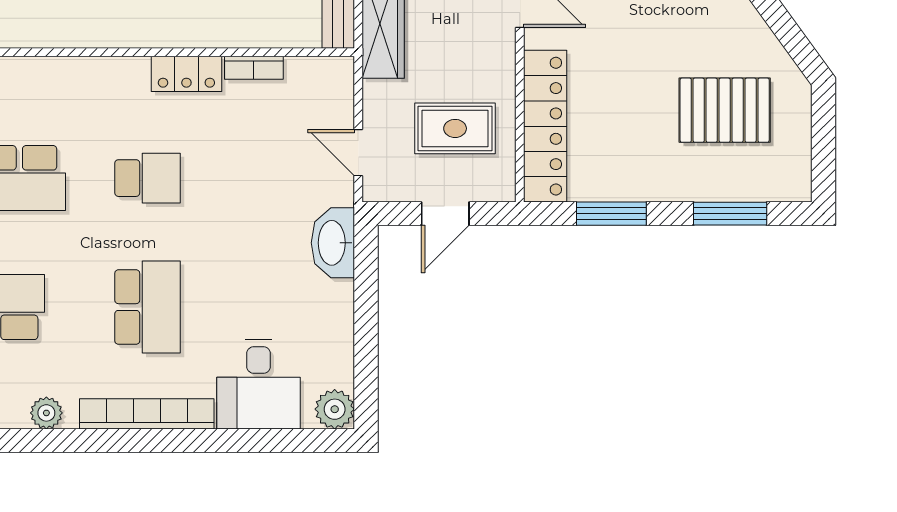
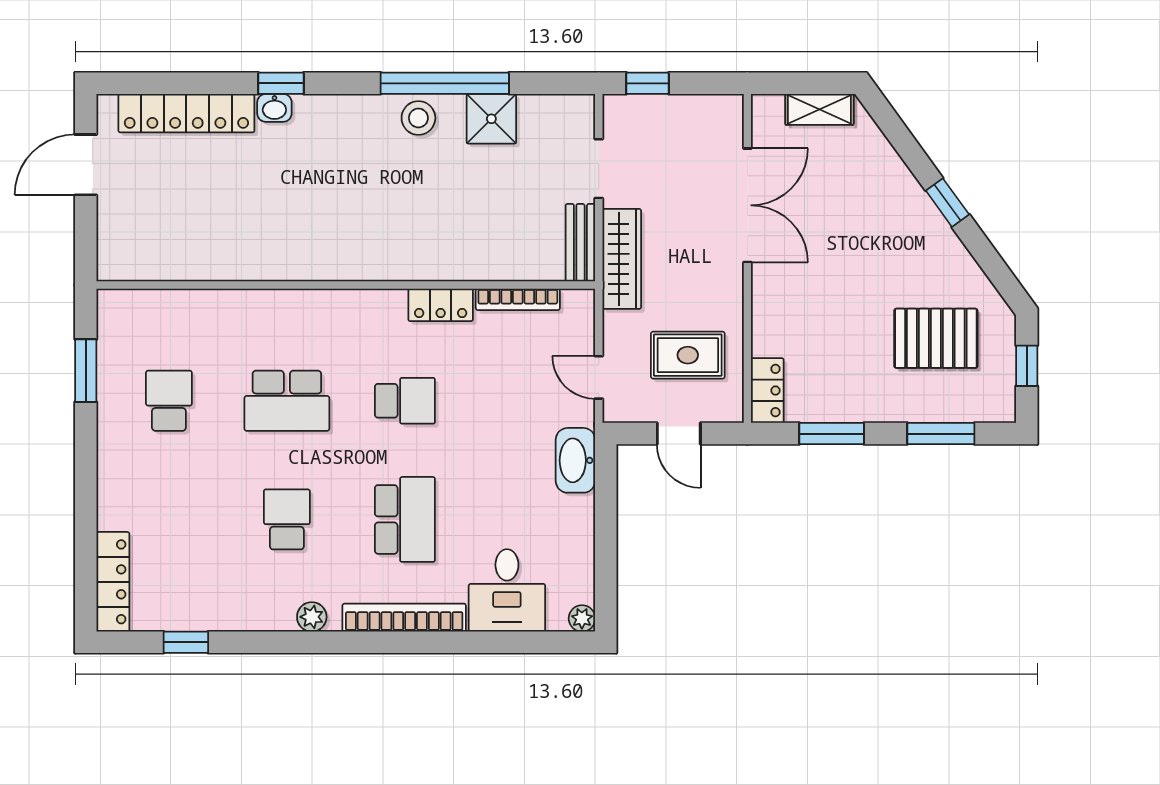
bookcase: (254, 68) -> (518, 299), width x1.56
locker: (545, 126) -> (767, 391), width x0.46, depth x0.83
window: (823, 140) -> (1027, 366), added
door: (445, 214) -> (679, 434), hinge flipped
plant: (335, 409) -> (582, 618), width x0.73, depth x0.73

